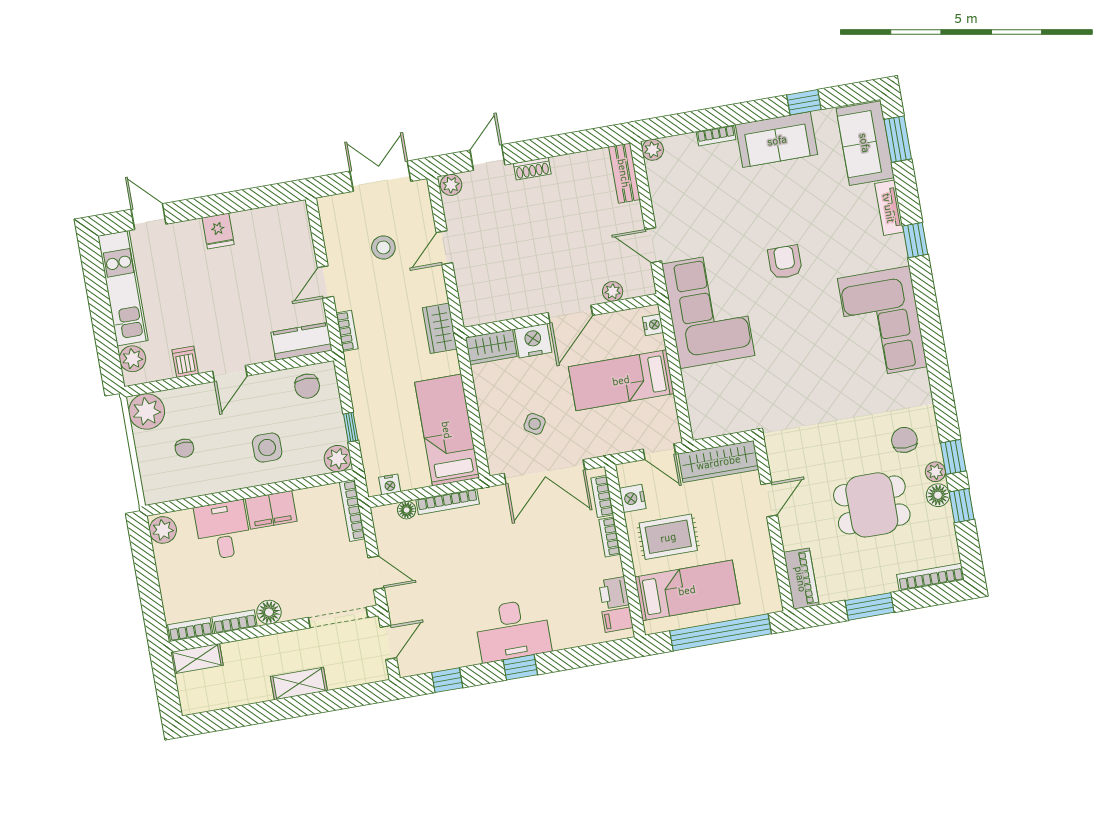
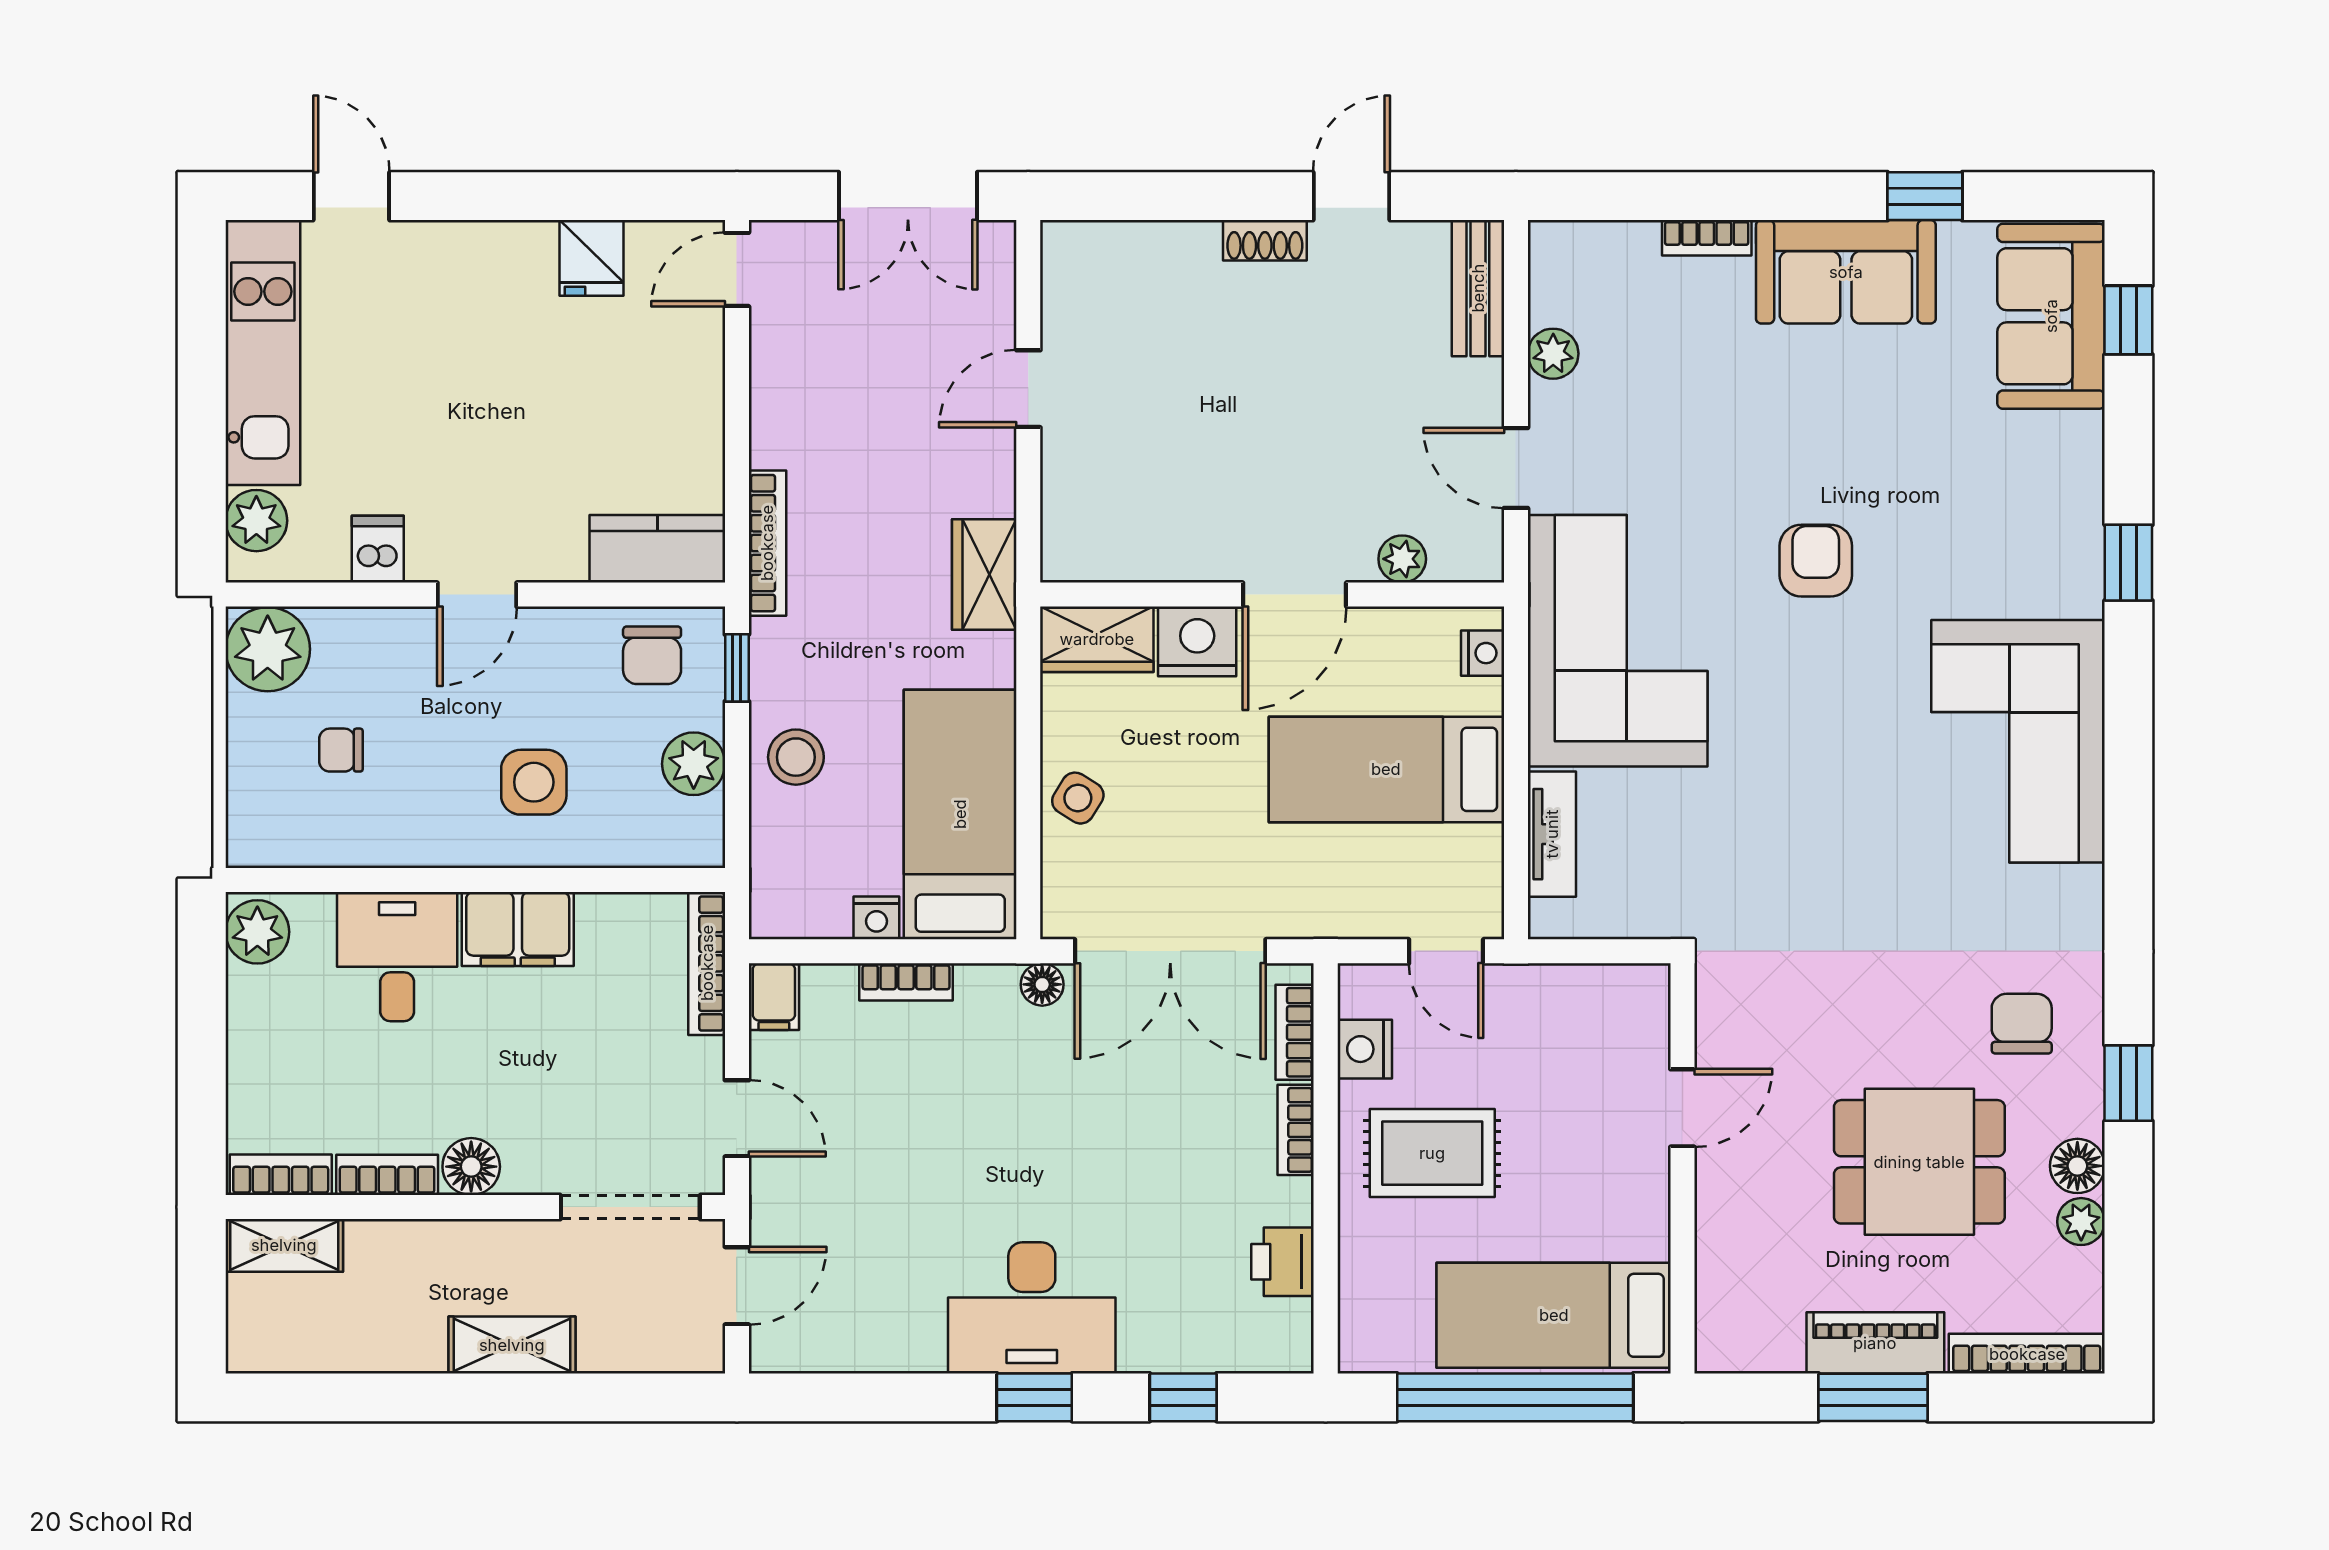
window: (898, 139) -> (2128, 320), width x0.67
plant: (653, 150) -> (1553, 354), moved
door: (487, 158) -> (1351, 196), moved
double door: (380, 176) -> (908, 196), swing flipped
plant: (451, 185) -> (1069, 245), removed
tv unit: (889, 208) -> (1552, 834), moved, turned 180
fridge: (218, 231) -> (592, 258), moved
stool: (383, 247) -> (796, 757), moved
door: (325, 282) -> (737, 269), moved
bookcase: (347, 331) -> (767, 543), width x1.56
side table: (535, 424) -> (1078, 798), moved
window: (351, 427) -> (737, 668), moved
chair: (184, 448) -> (341, 750), turned 90
plant: (338, 459) -> (694, 764), moved
wardrobe: (718, 462) -> (1580, 998), removed
plant: (935, 472) -> (2081, 1222), moved
nightstand: (390, 484) -> (876, 918), moved
bookcase: (448, 502) -> (906, 982), width x0.64
window: (962, 506) -> (2128, 1200), removed
floor lamp: (407, 510) -> (1042, 984), moved
piano: (801, 579) -> (1875, 1343), moved, turned -90
bed: (687, 590) -> (1554, 1315), moved, turned 180
filing cabinet: (618, 620) -> (774, 997), moved, turned -90
window: (447, 680) -> (1183, 1397), moved

